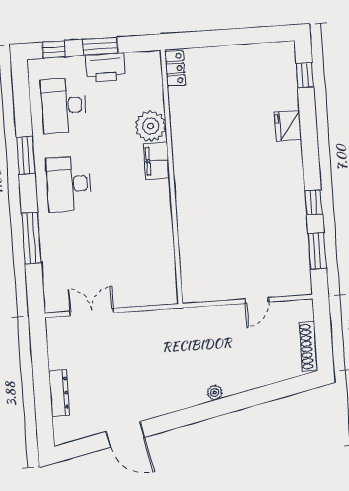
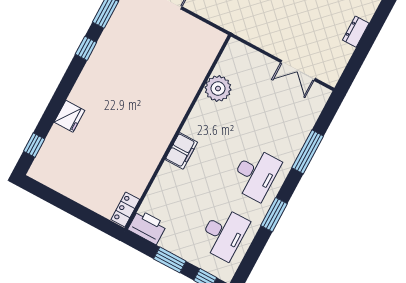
printer: (106, 67) -> (147, 227), moved
plant: (151, 126) -> (218, 89), moved
dresser: (59, 393) -> (356, 32), width x0.70

